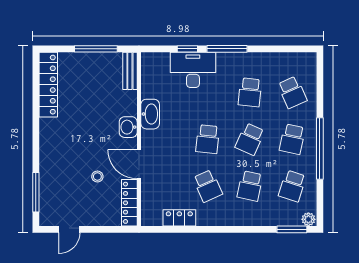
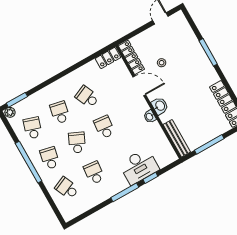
bench: (130, 71) -> (177, 138), width x1.36
washbasin: (150, 114) -> (150, 117), width x0.52, depth x0.69
window: (36, 192) -> (208, 52), moved
locker: (179, 218) -> (108, 58), moved

